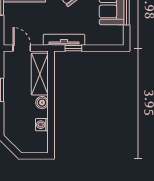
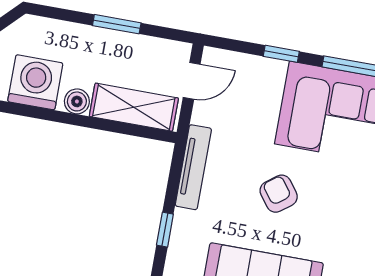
window: (73, 48) -> (165, 230), moved
washing machine: (42, 125) -> (35, 82), width x1.89, depth x1.89

